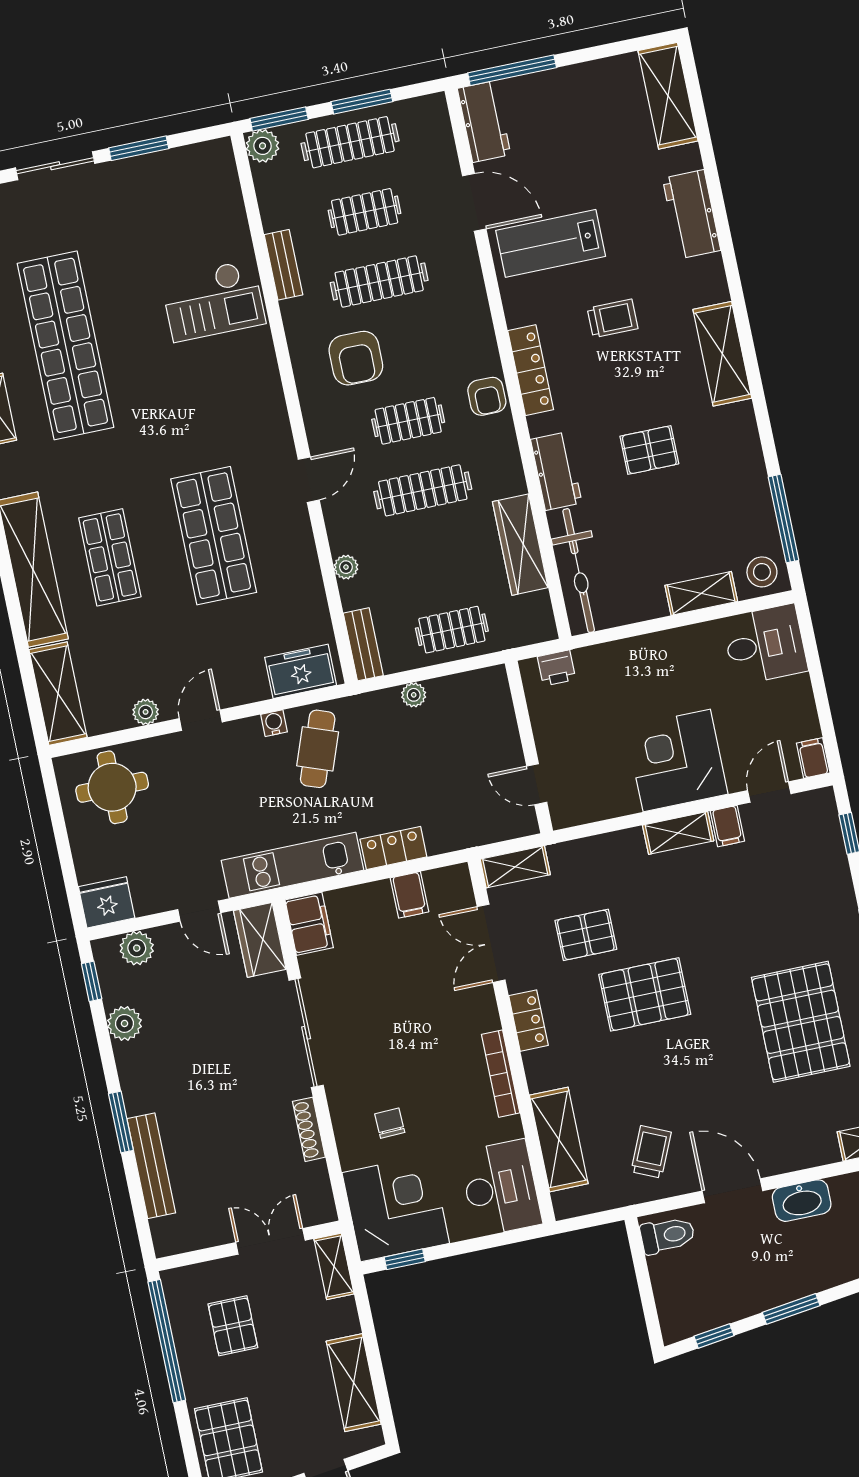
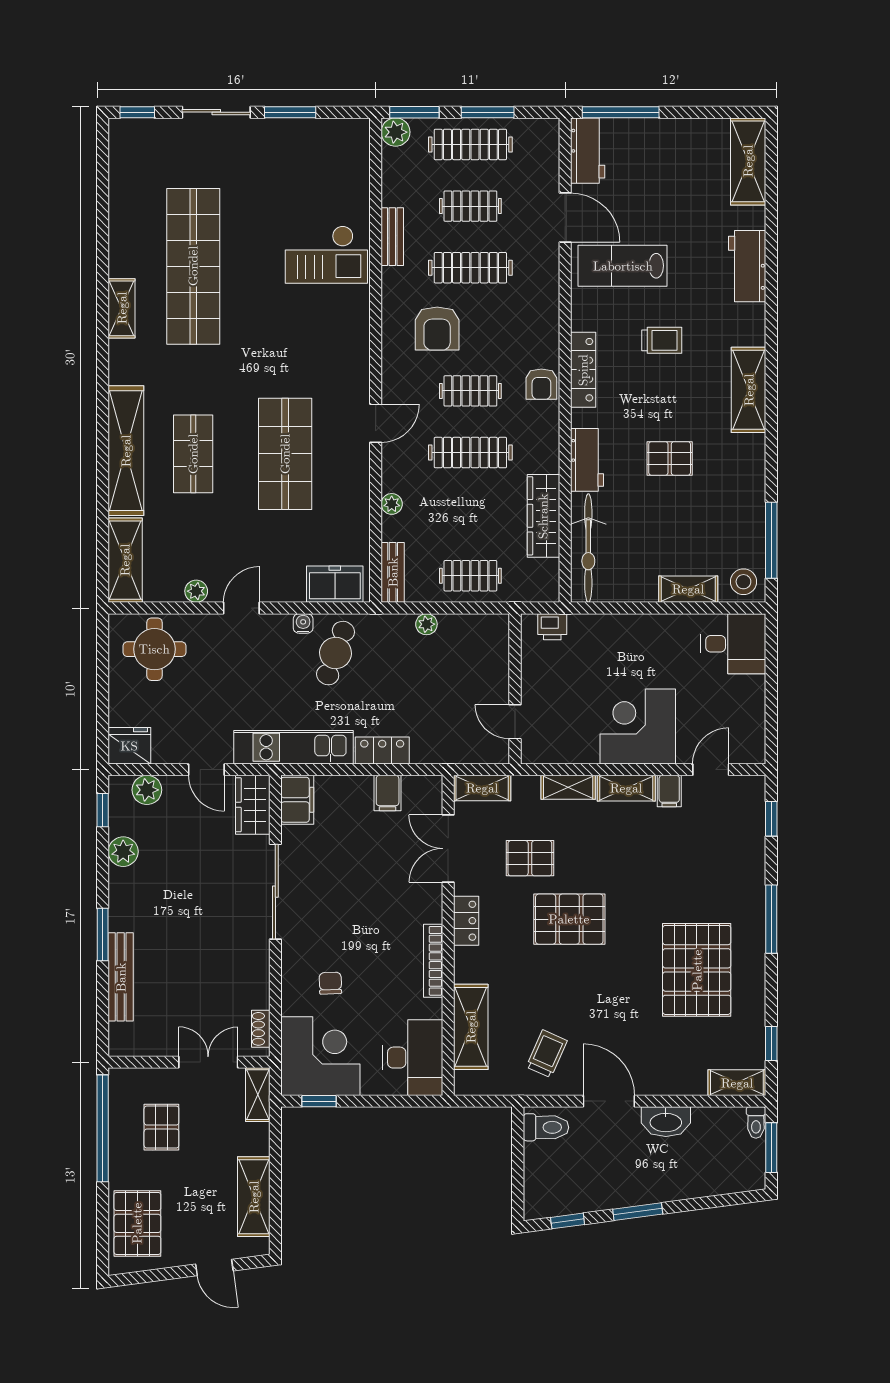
filing cabinet: (813, 758) -> (754, 748), removed
shelving: (612, 846) -> (568, 787), added
shoe rack: (309, 1129) -> (261, 1029), moved, width x0.70

